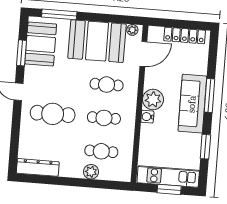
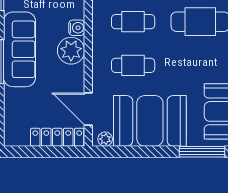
locker: (185, 35) -> (57, 137), moved
door: (143, 54) -> (88, 109), hinge flipped

